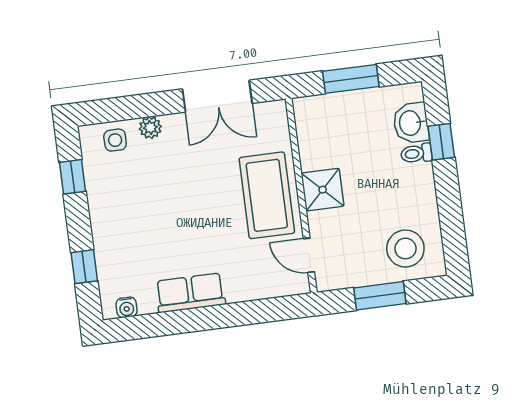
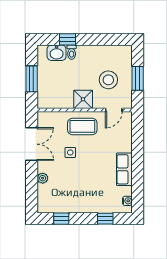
side table: (115, 140) -> (70, 152), moved
coffee table: (267, 195) -> (82, 126), width x0.73, depth x0.76
stool: (405, 249) -> (108, 80), moved

